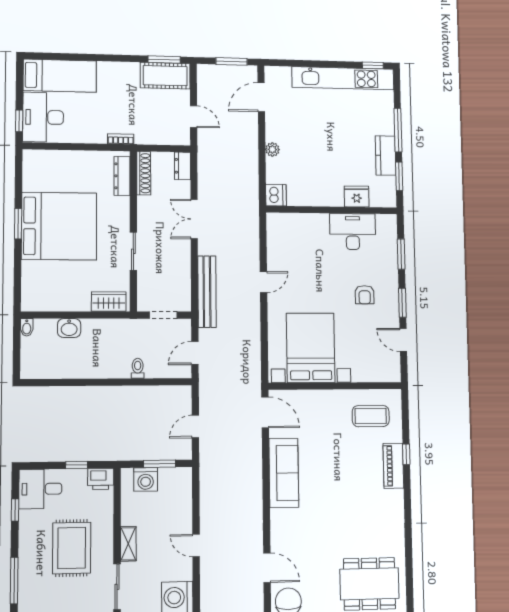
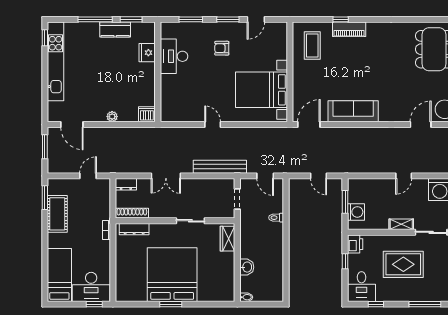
cot: (165, 76) -> (57, 214), moved
armchair: (365, 295) -> (222, 48), turned 180

